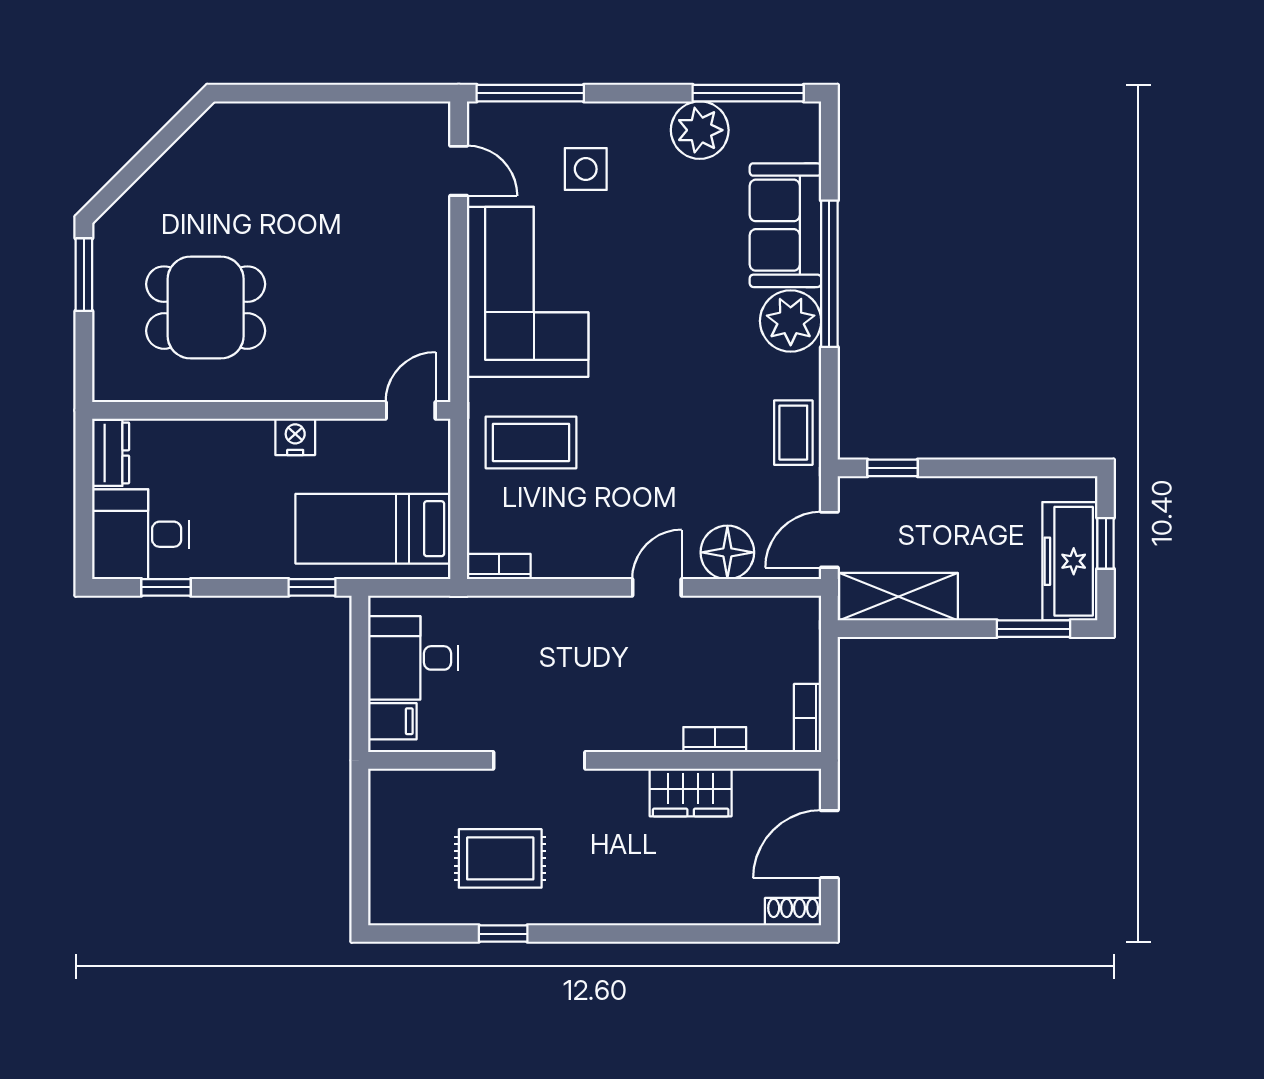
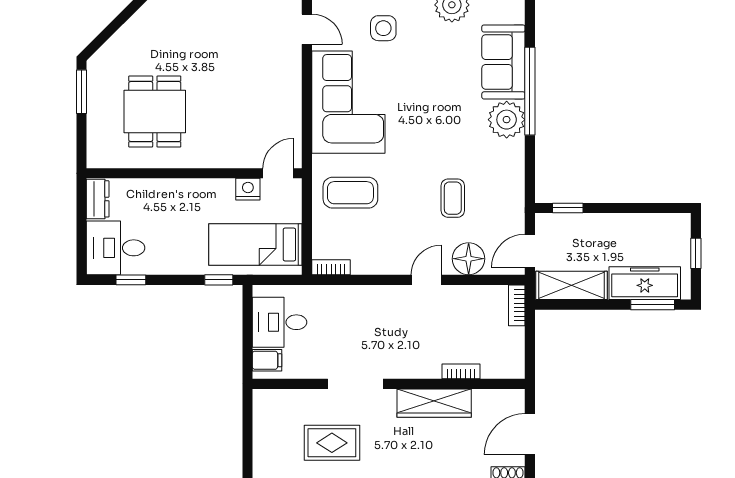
dining table: (206, 308) -> (155, 111), turned 90
coffee table: (793, 433) -> (453, 198), moved
nightstand: (295, 437) -> (248, 189), moved
freezer: (1070, 561) -> (645, 283), moved, turned 90
bookcase: (808, 718) -> (517, 305), moved
wardrobe: (691, 792) -> (434, 403), width x1.50

